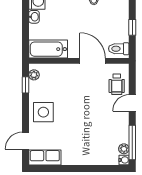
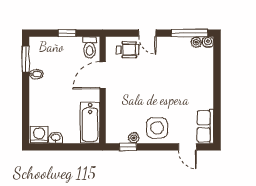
plant: (34, 75) -> (134, 138), moved

